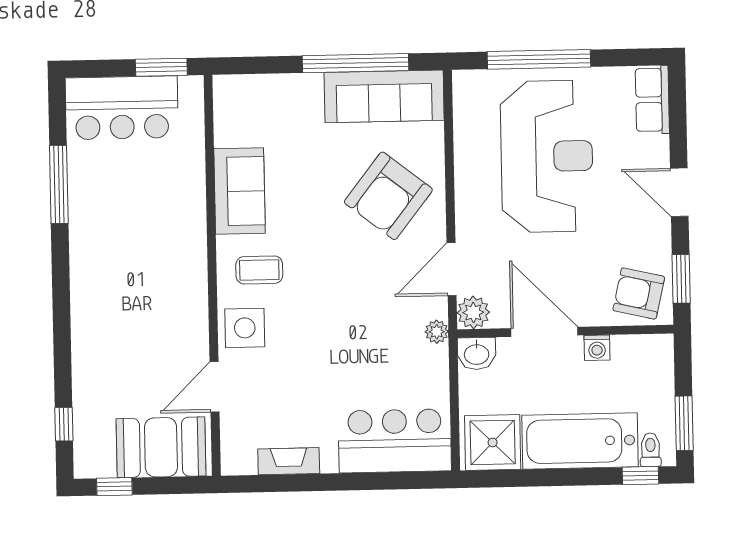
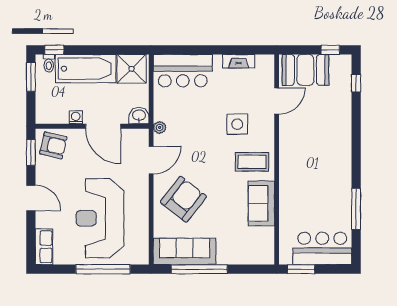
coffee table: (259, 270) -> (252, 162), width x1.36, depth x1.30
plant: (473, 312) -> (140, 137), removed
side table: (245, 328) -> (237, 124), moved

